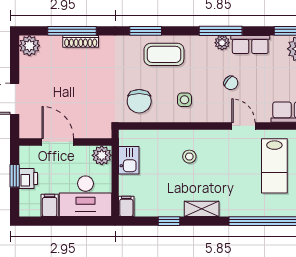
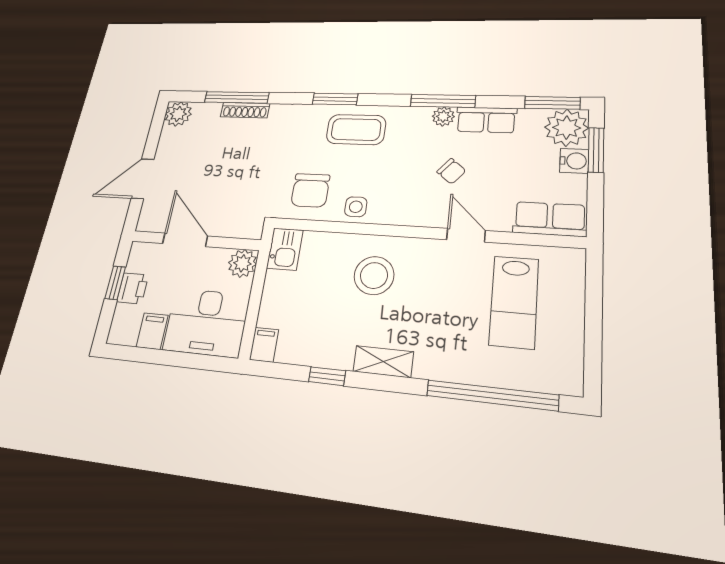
side table: (184, 100) -> (356, 207), moved
stool: (189, 157) -> (374, 275), width x1.89, depth x1.89
kitchen sink: (129, 160) -> (285, 249), moved

